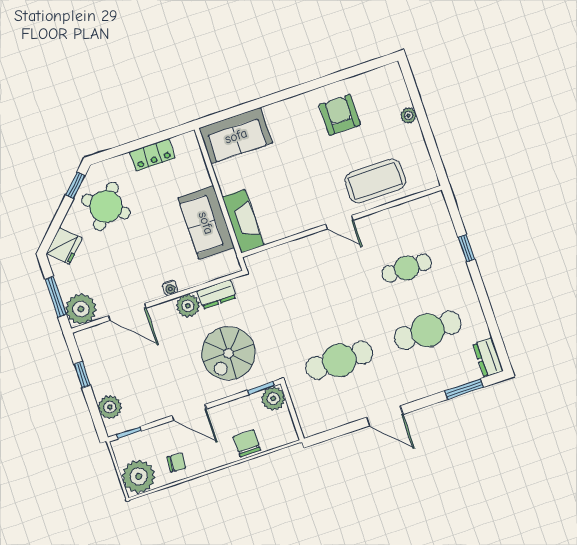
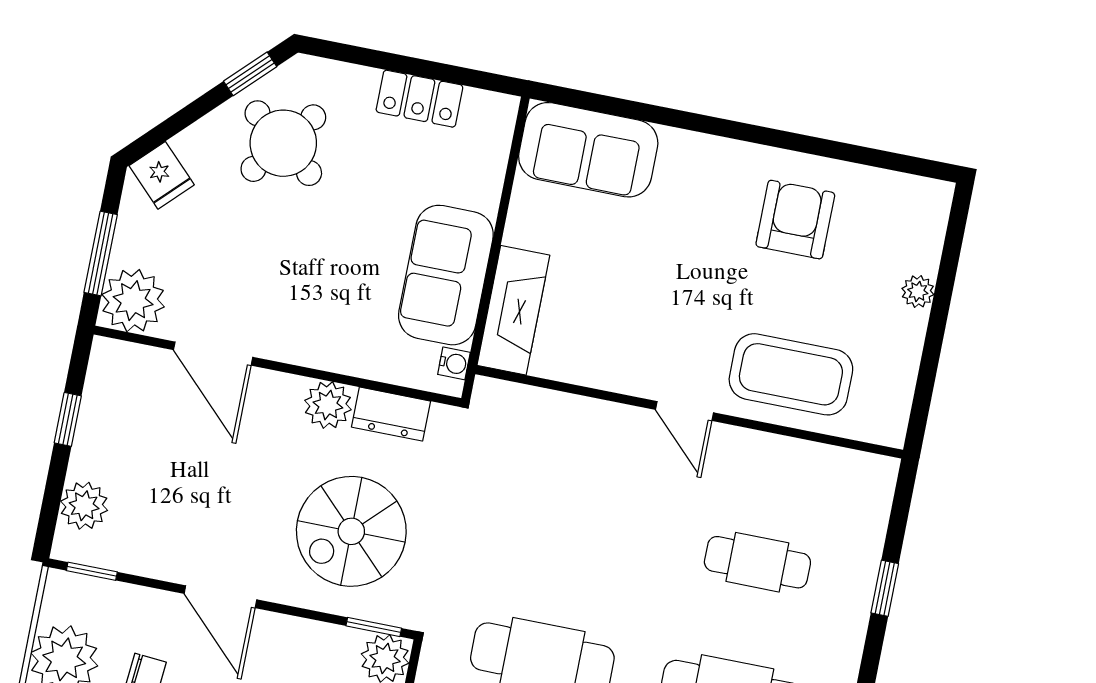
fridge: (64, 246) -> (162, 175), width x0.72
water cooler: (170, 288) -> (454, 363), moved, turned -90

